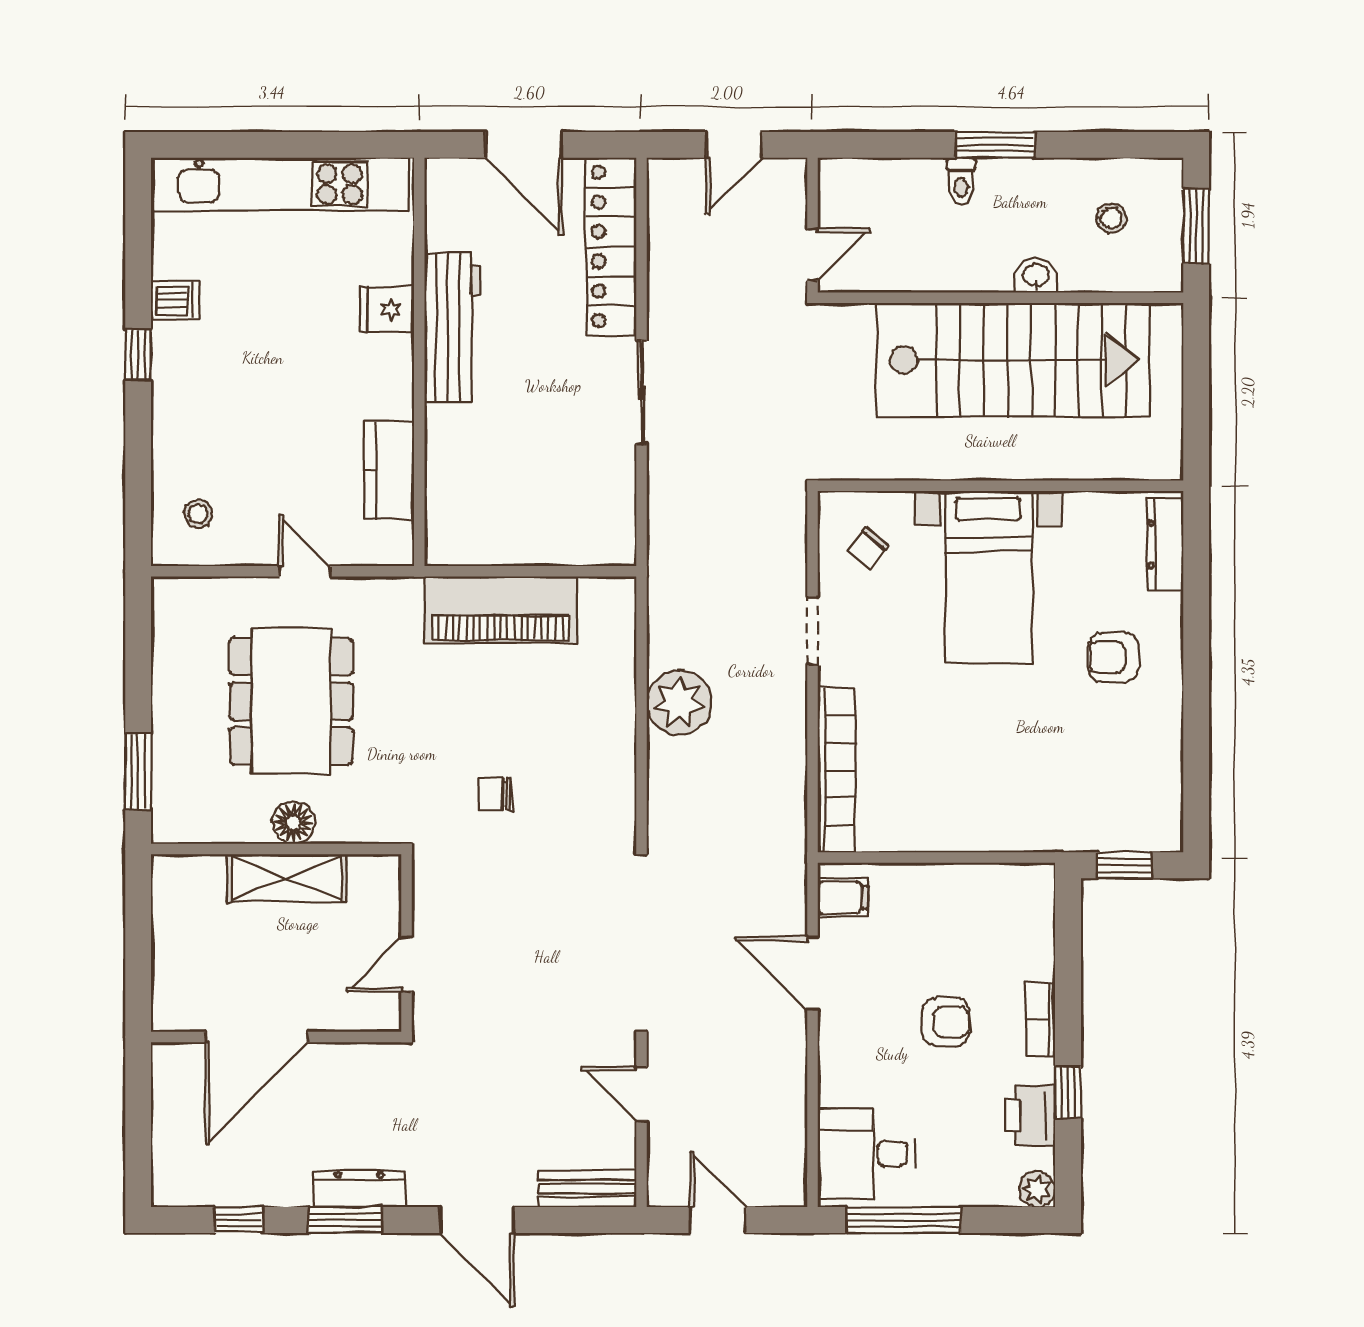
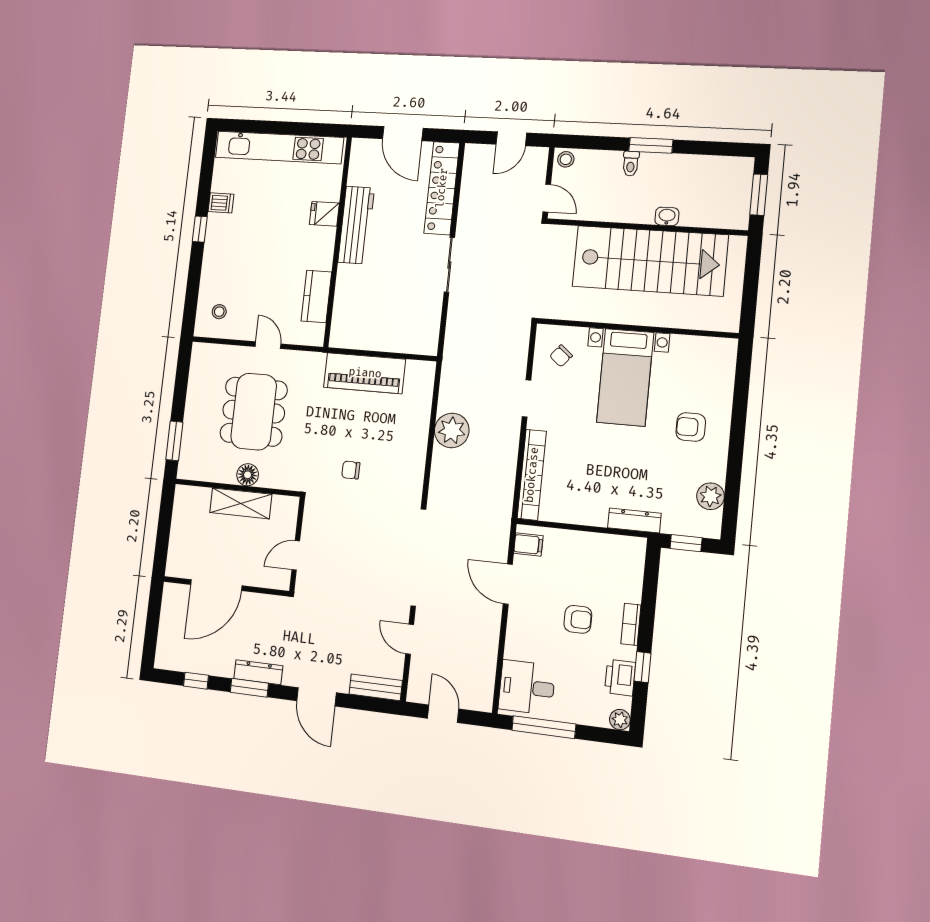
stool: (1111, 218) -> (566, 159), moved
door: (812, 254) -> (547, 198), hinge flipped
dresser: (1165, 544) -> (634, 520), moved, turned 90
plant: (1159, 778) -> (711, 496), added

